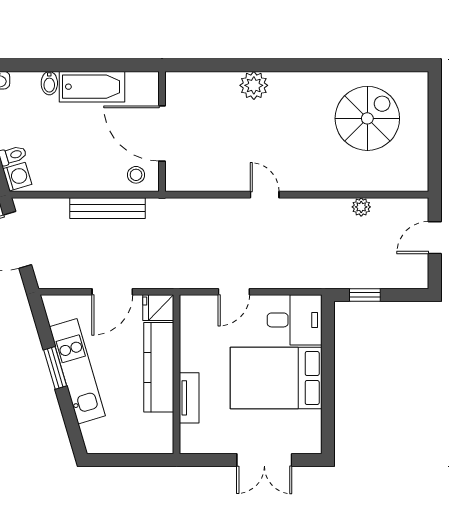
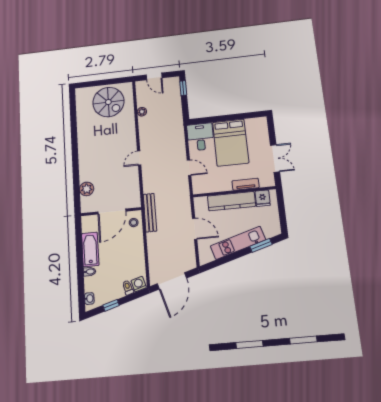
plant: (254, 85) -> (87, 189), moved
spiral stairs: (367, 118) -> (108, 102), moved, turned 180
bench: (107, 208) -> (150, 213), moved
window: (365, 295) -> (183, 88), moved
fridge: (158, 308) -> (263, 198), moved
window: (55, 368) -> (261, 245), moved
double door: (264, 460) -> (275, 158), moved

